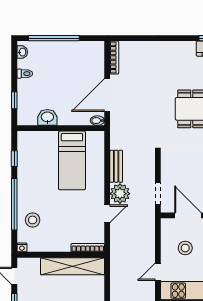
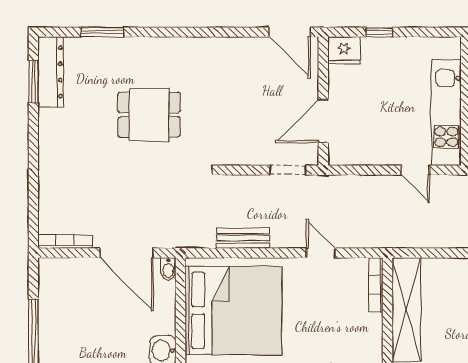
bed: (72, 160) -> (233, 310), width x2.04
plant: (120, 194) -> (287, 232), removed
stool: (185, 248) -> (377, 125), removed

